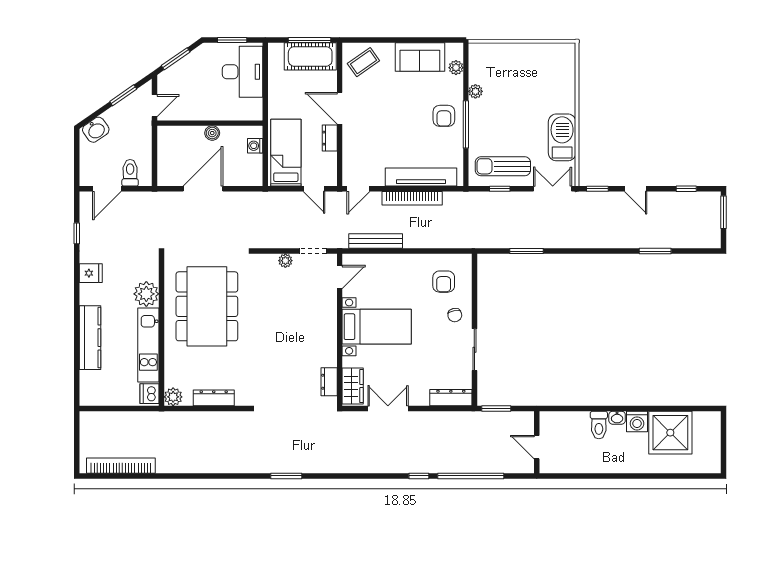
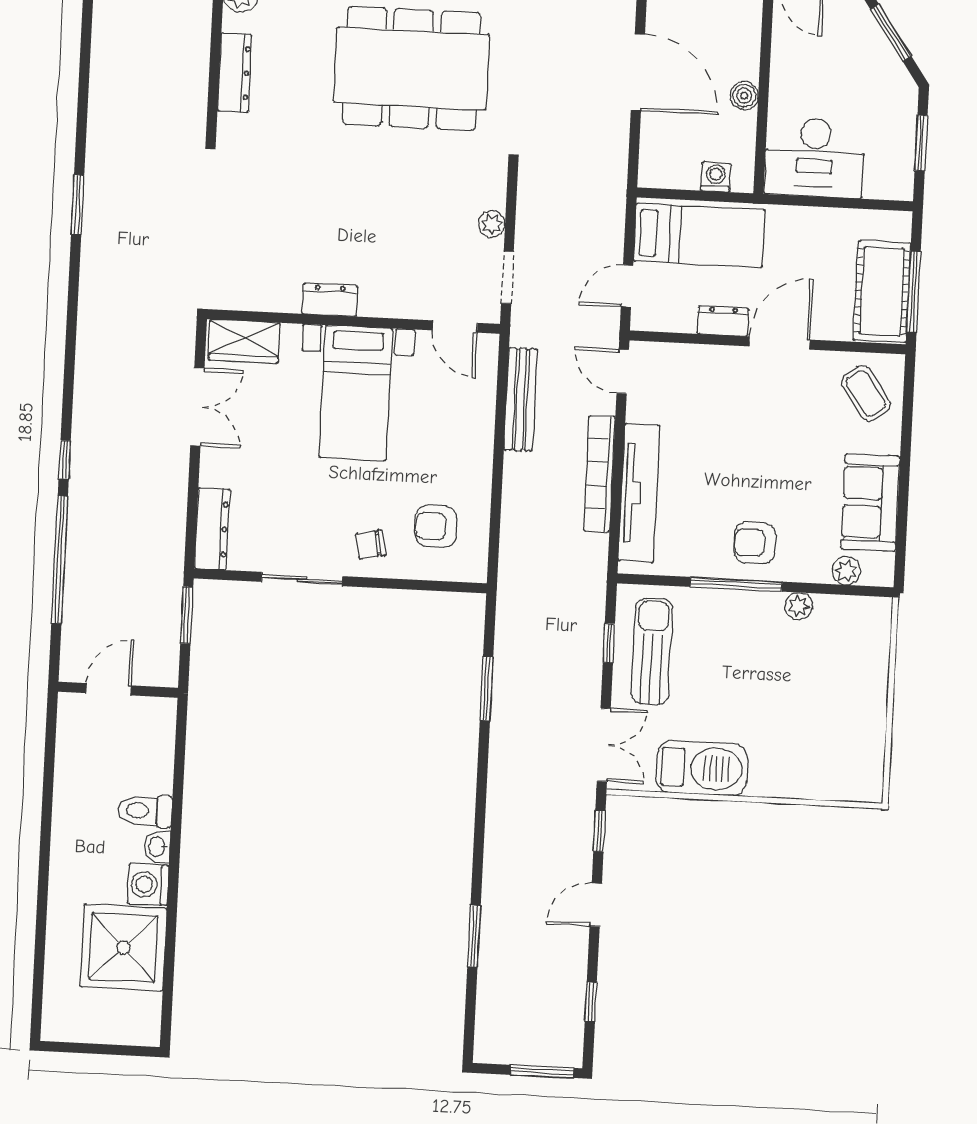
desk: (243, 72) -> (815, 158), moved
dresser: (329, 382) -> (330, 300), moved

